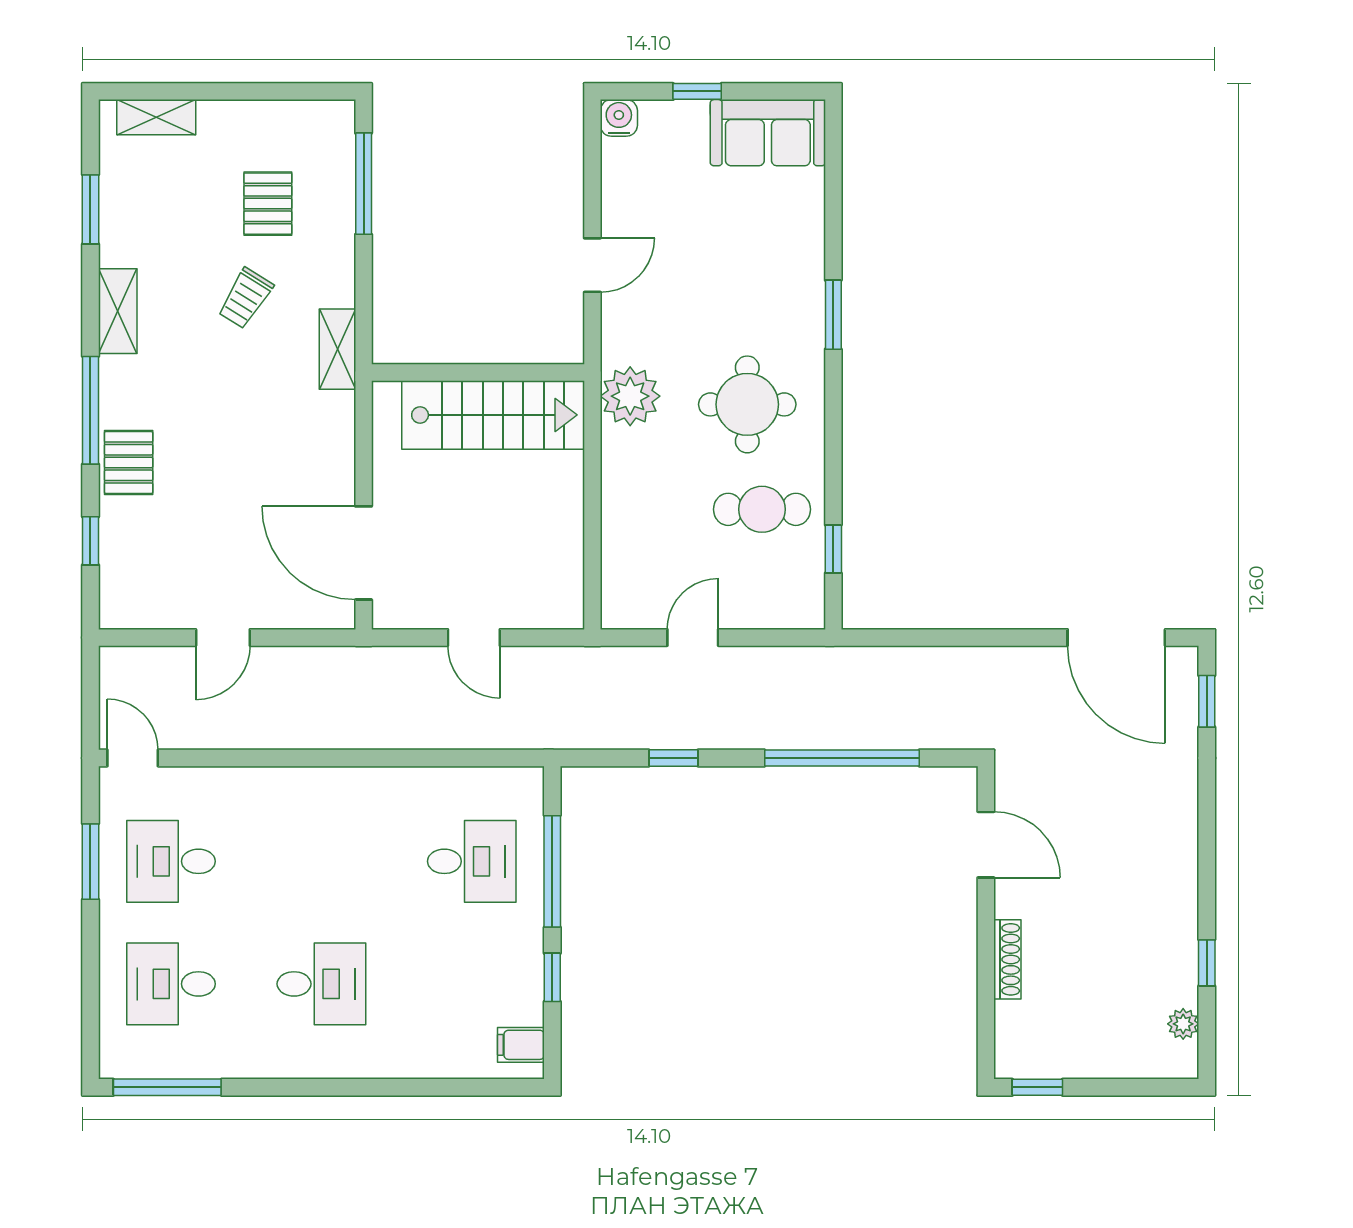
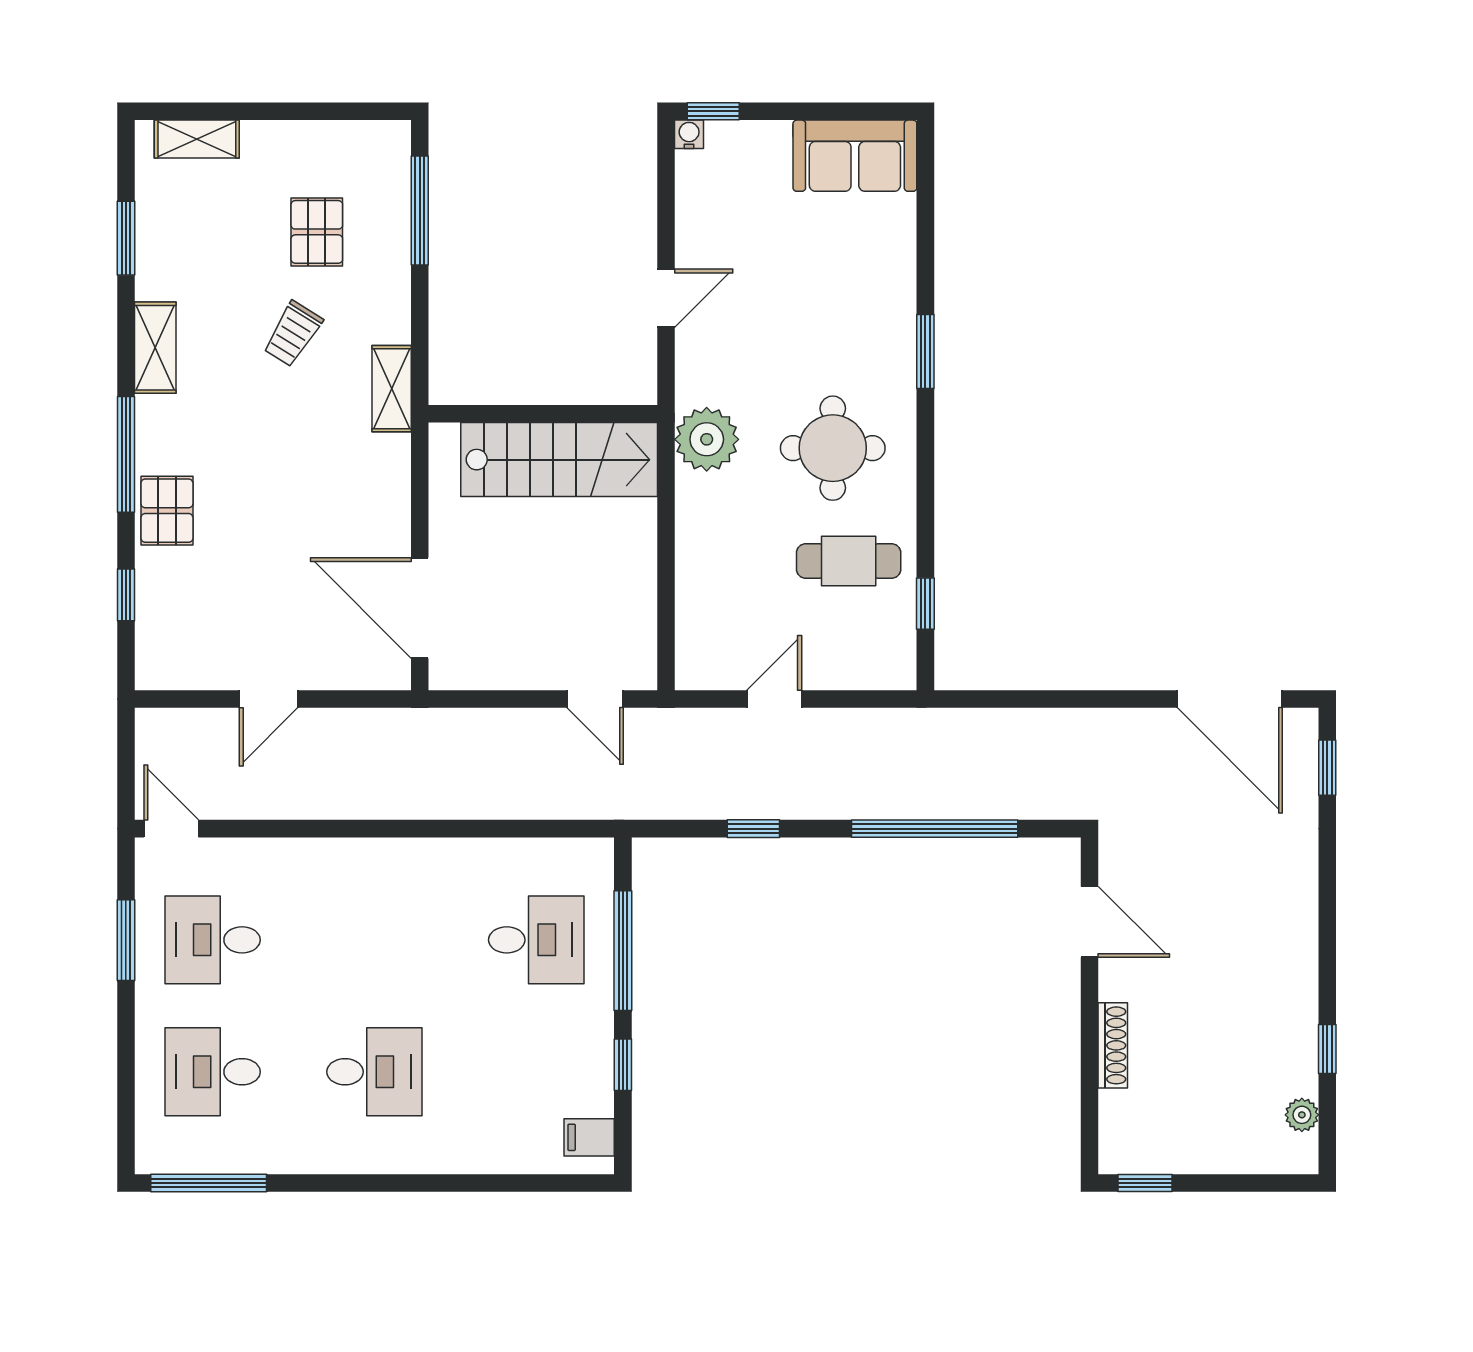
window: (697, 91) -> (713, 111), moved
water cooler: (619, 118) -> (689, 134), width x0.72, depth x0.72
door: (474, 638) -> (595, 699), moved

